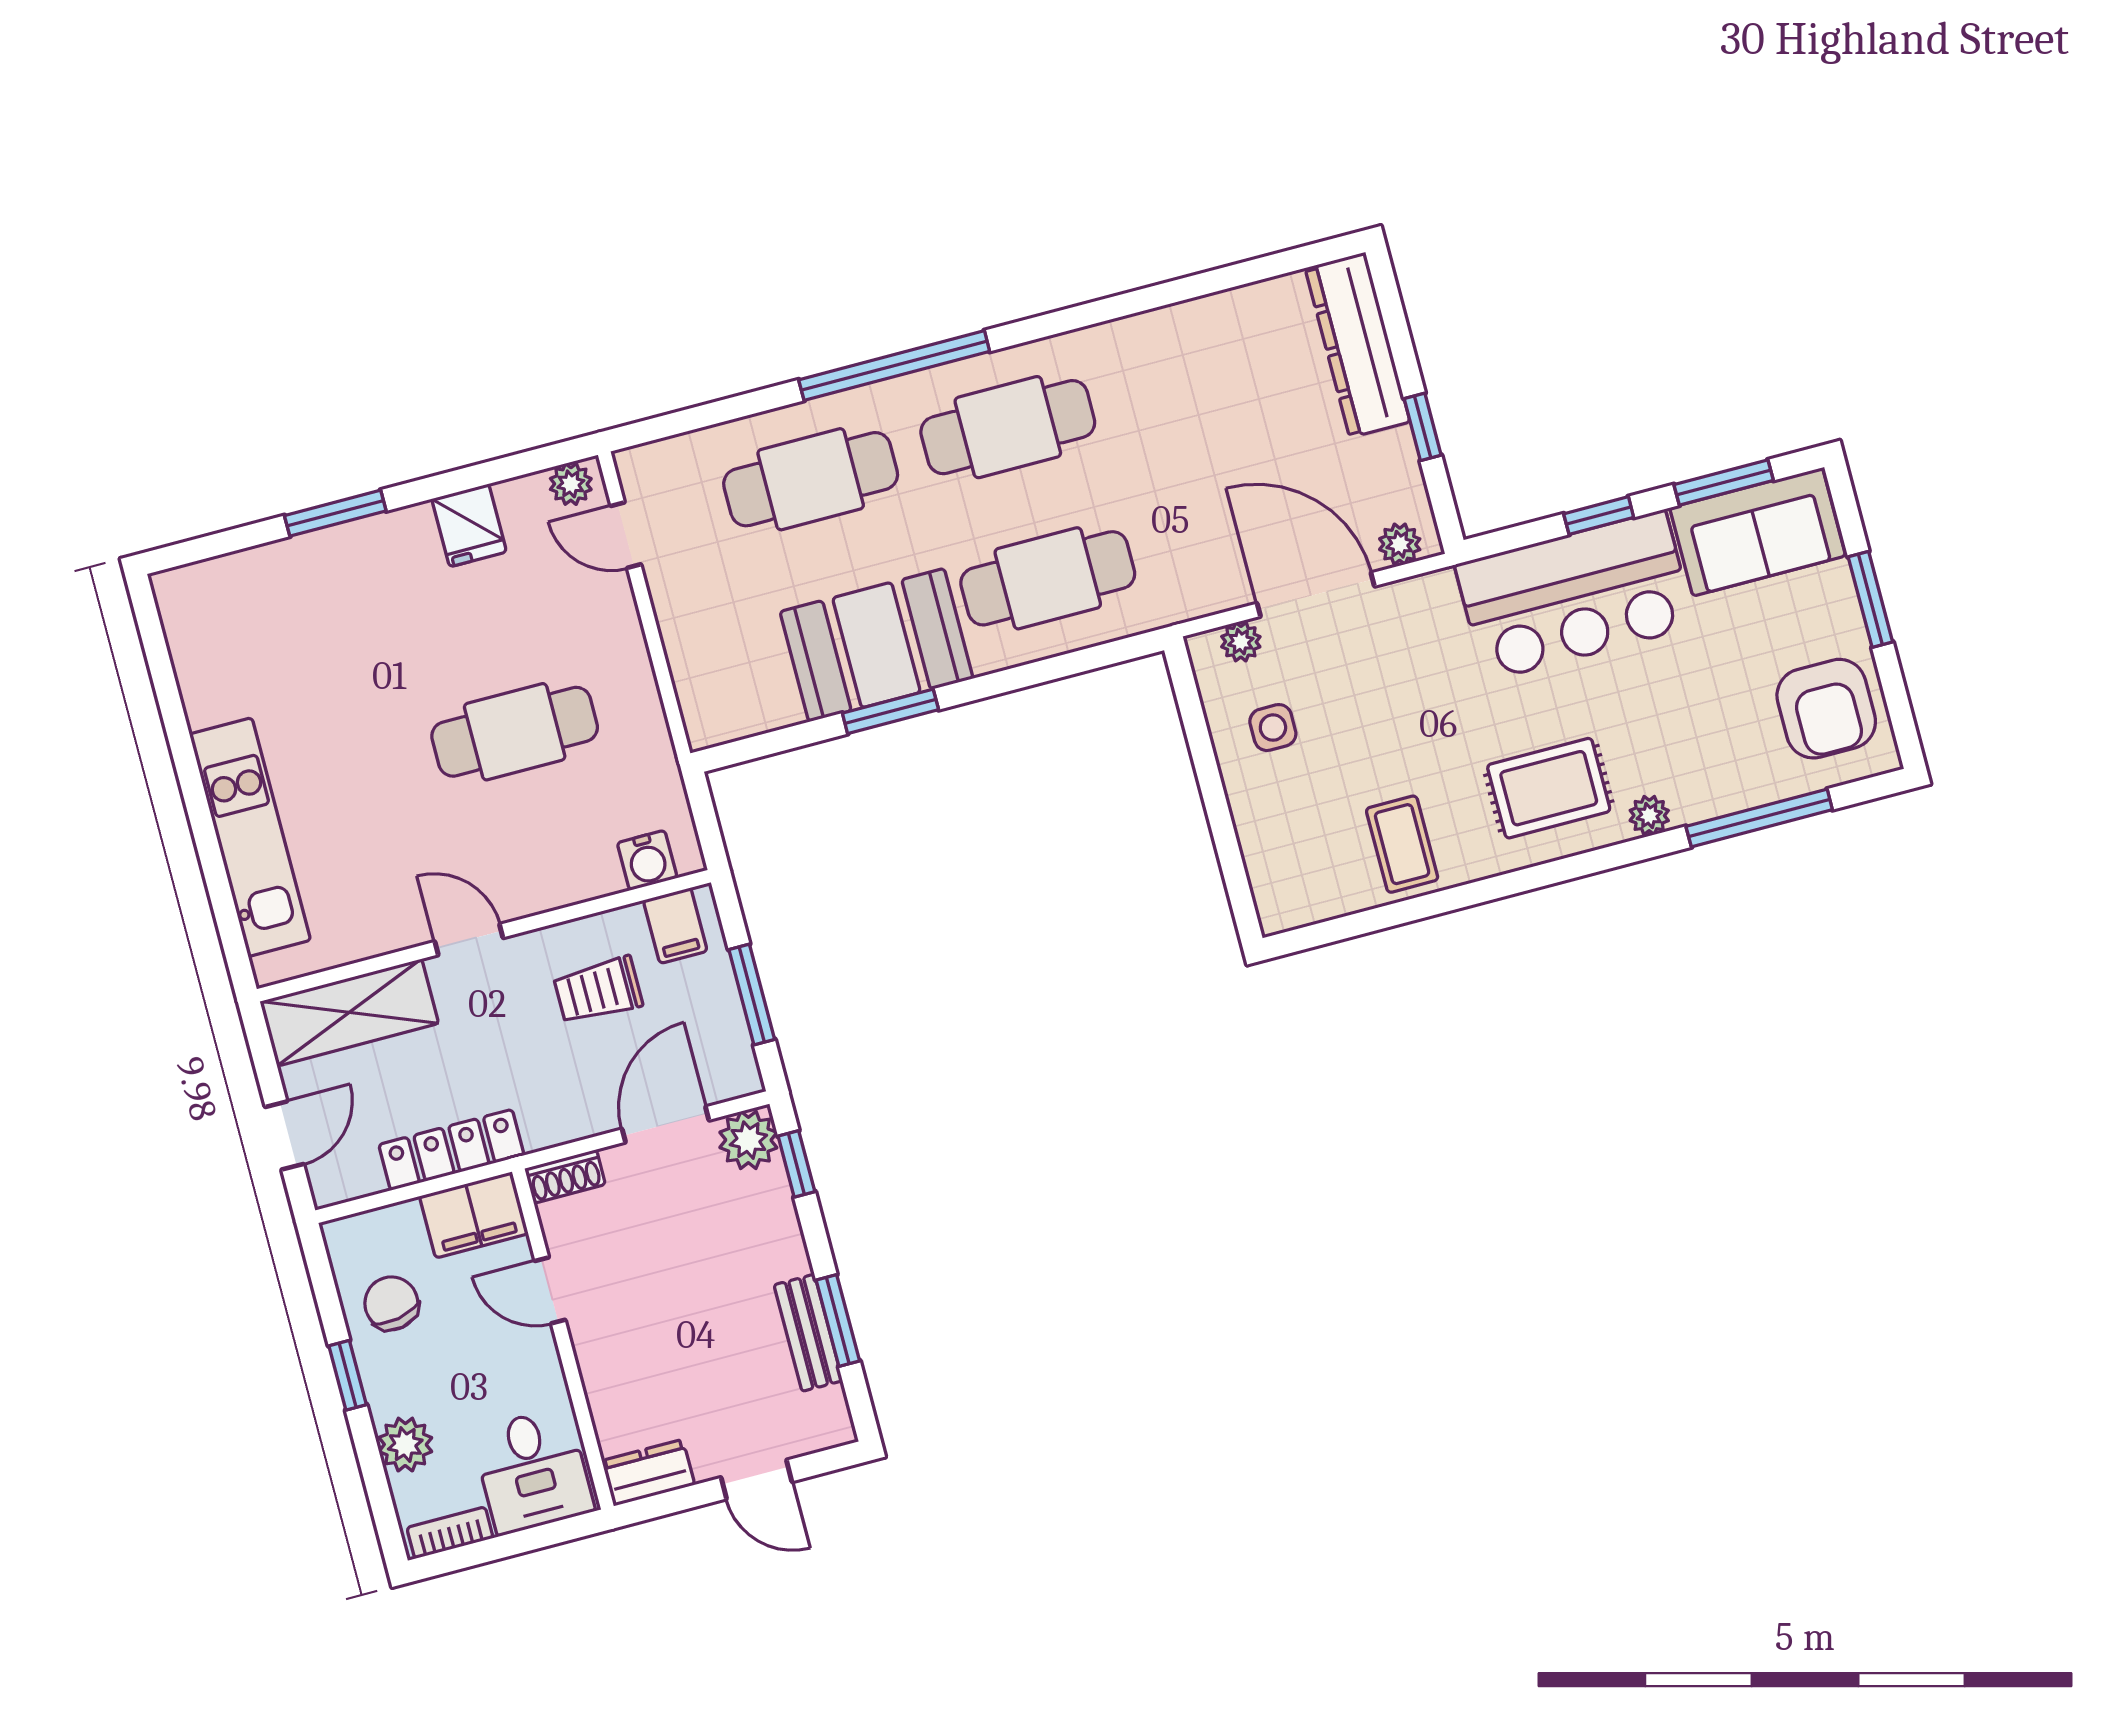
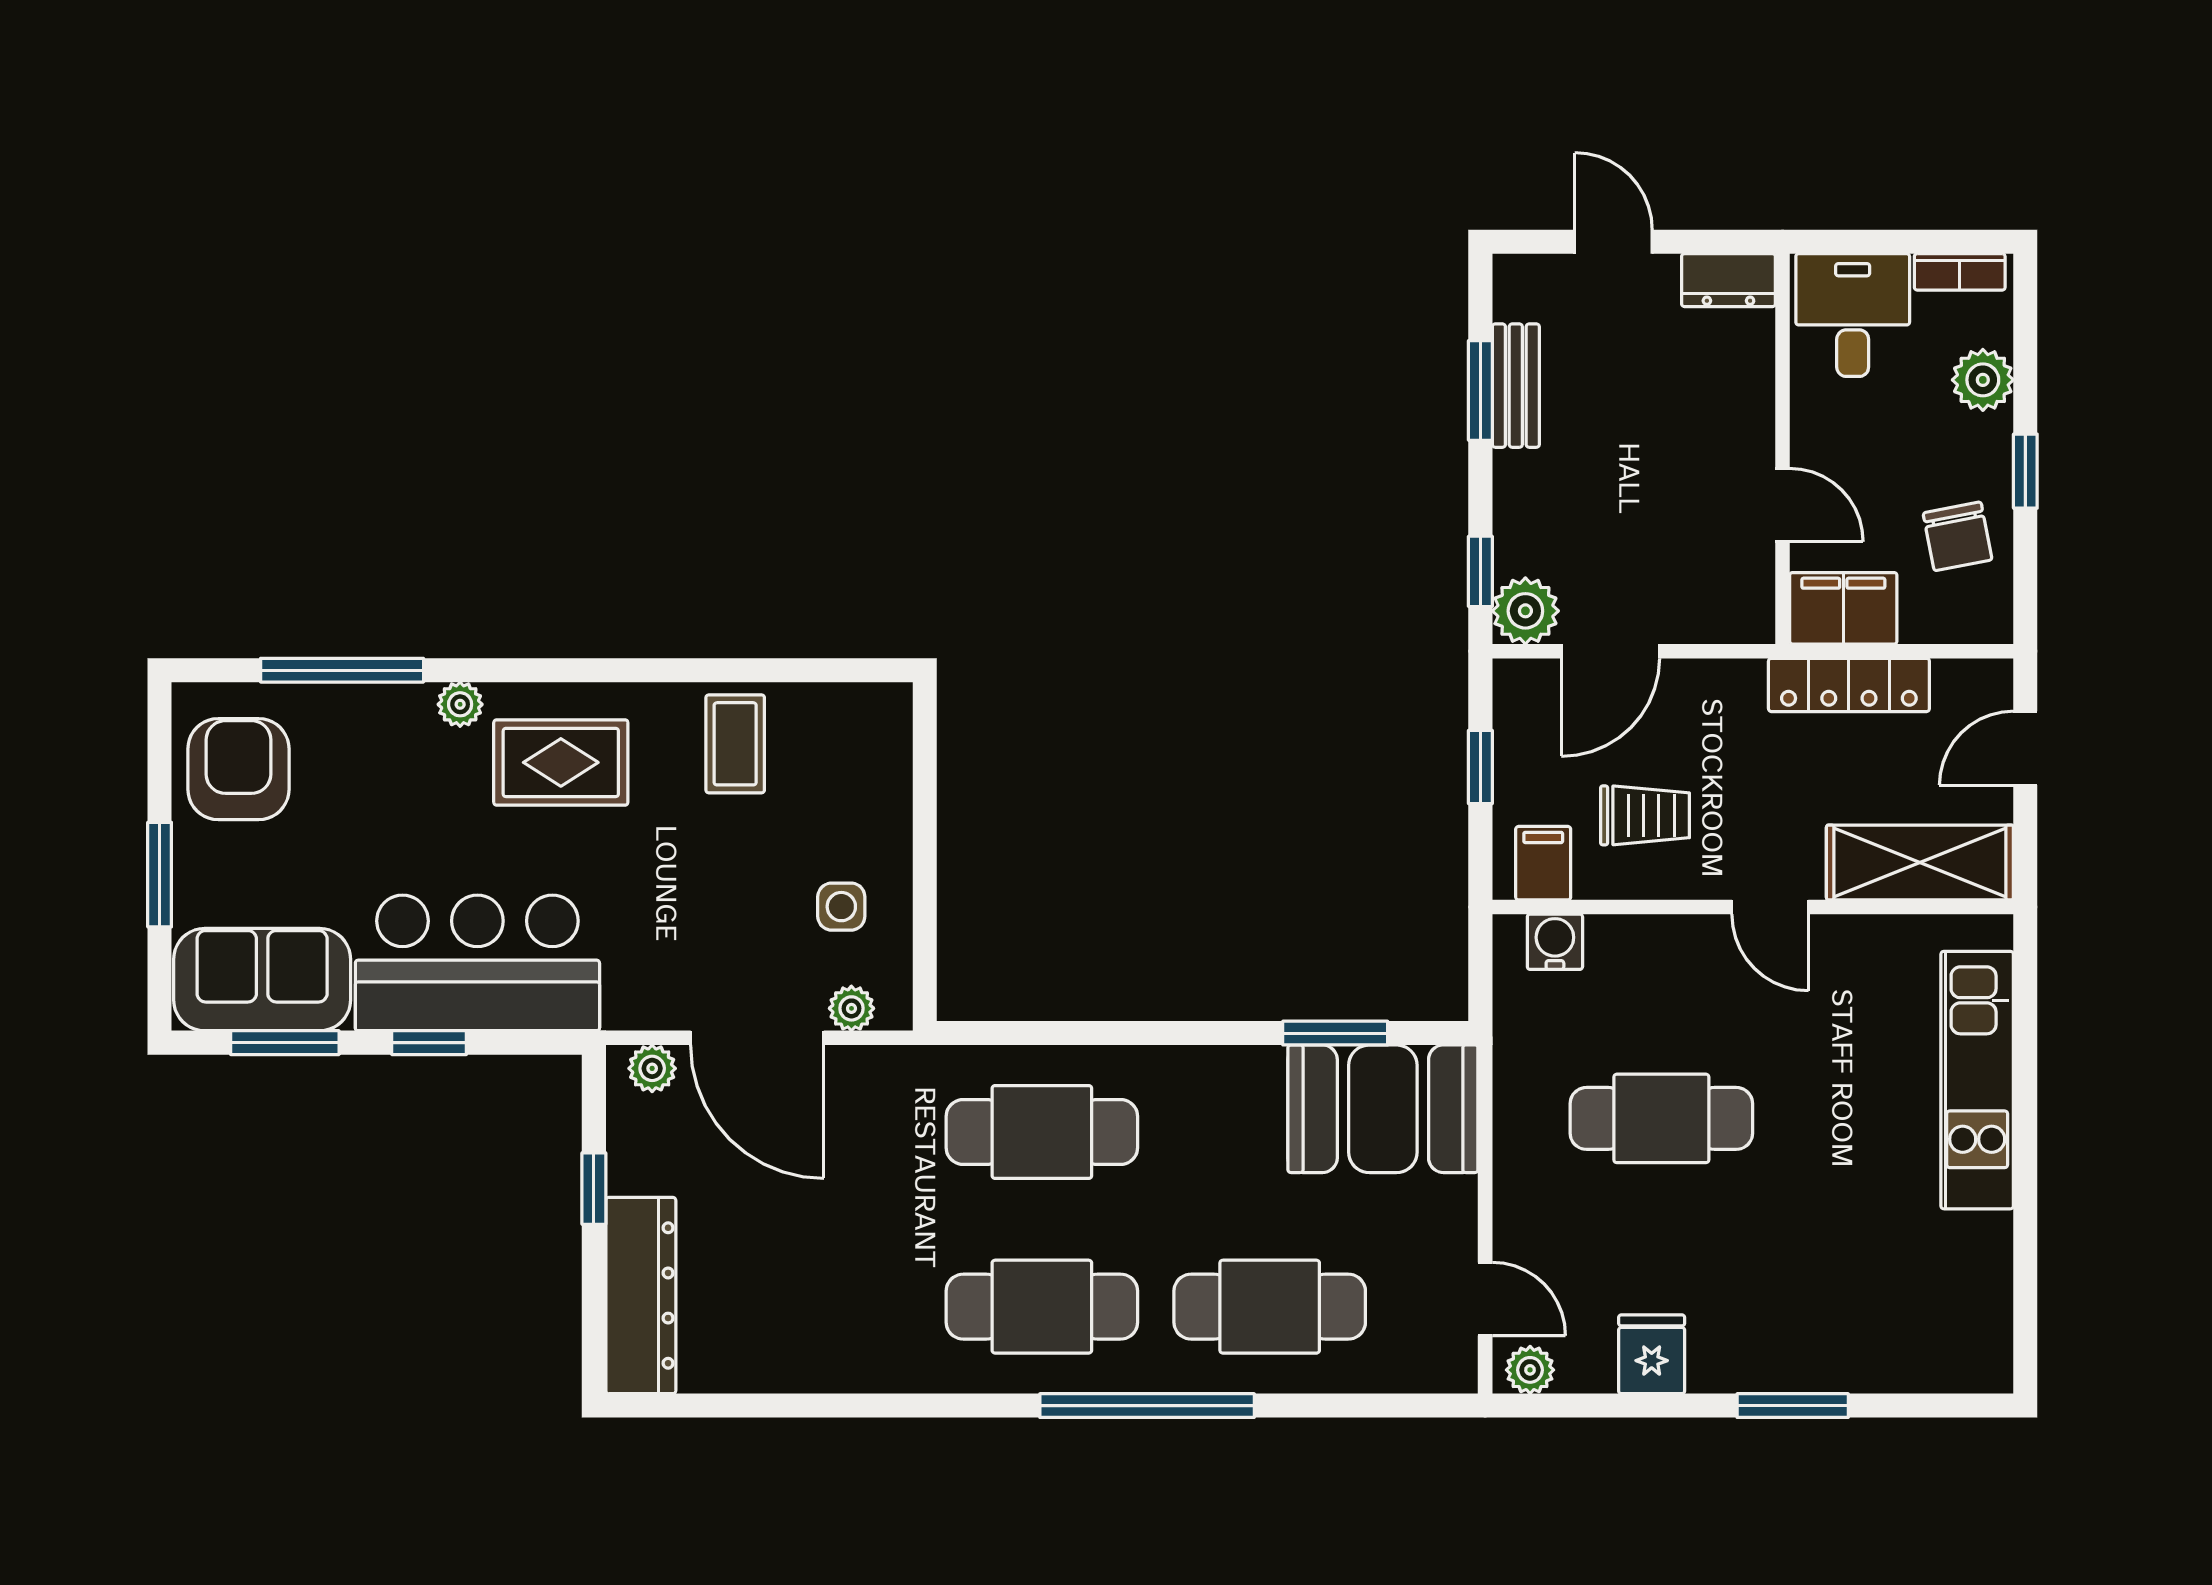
booth: (876, 645) -> (1383, 1109), moved
window: (890, 711) -> (1335, 1033), moved
window: (752, 995) -> (1480, 767), width x0.67
shoe rack: (565, 1176) -> (1734, 624), removed

